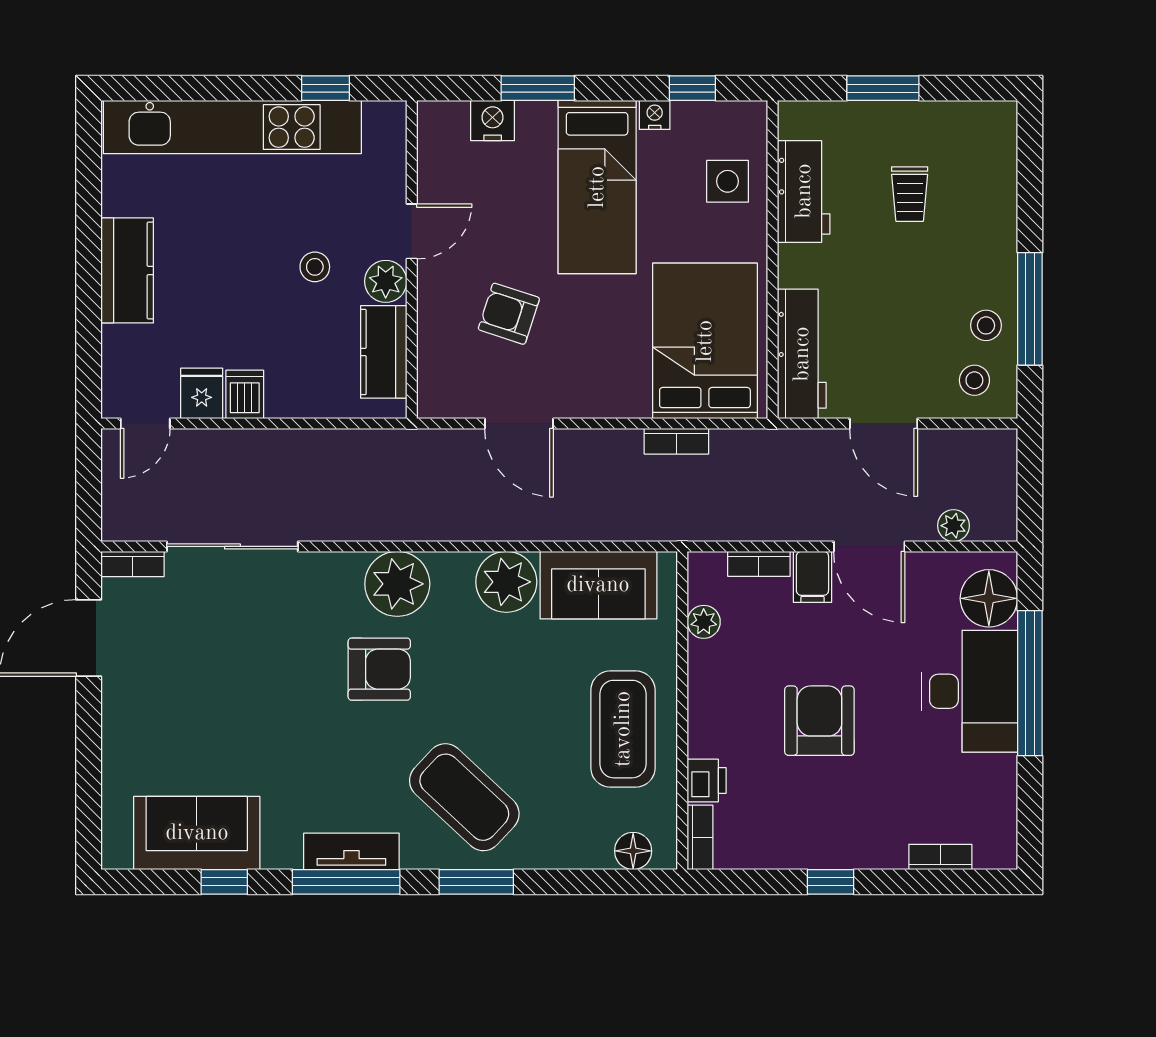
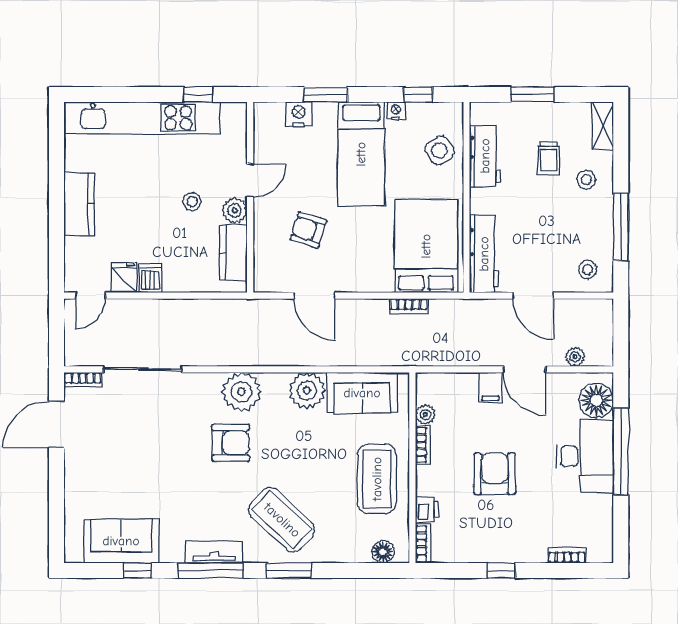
shelving: (1000, 140) -> (603, 126), added
side table: (728, 181) -> (440, 150), turned -33
stool: (986, 325) -> (586, 180), moved
bookcase: (759, 564) -> (423, 445), moved, turned -90

